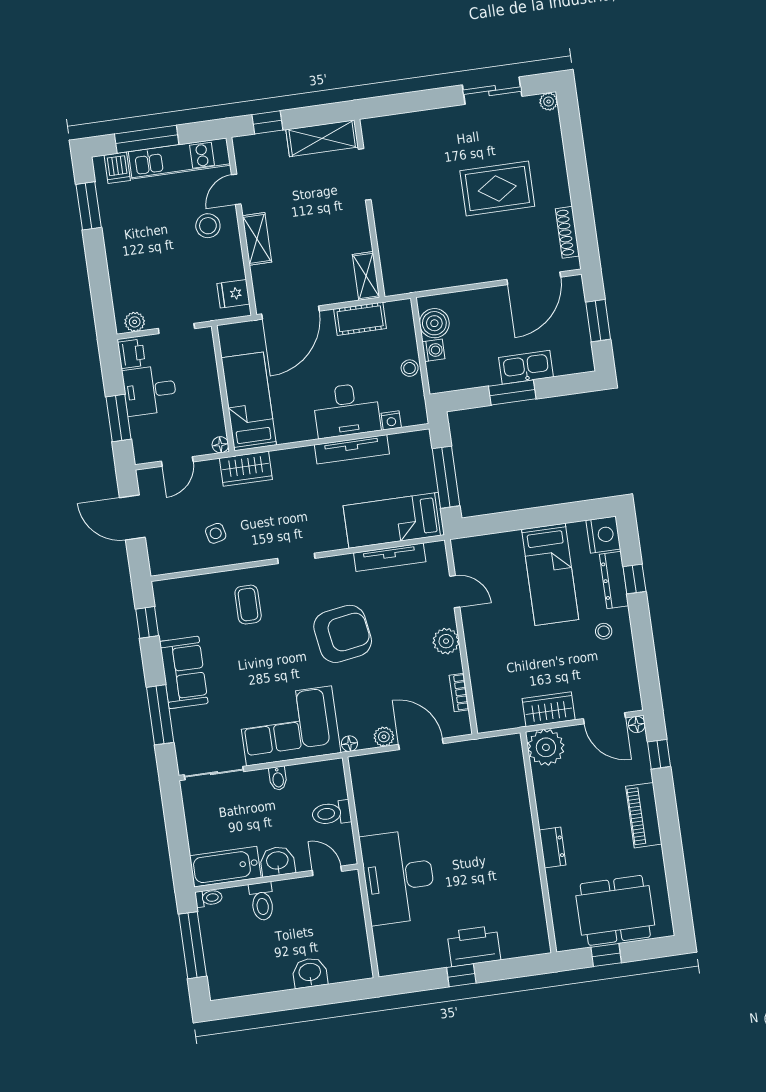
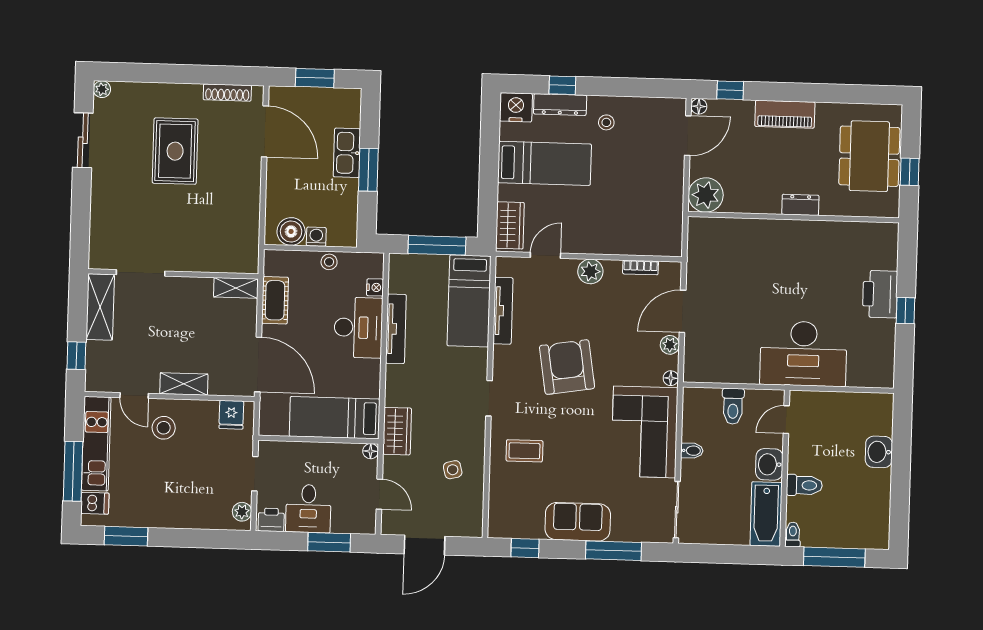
wardrobe: (549, 709) -> (510, 225), moved, turned 180

